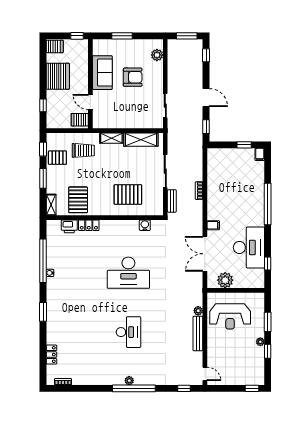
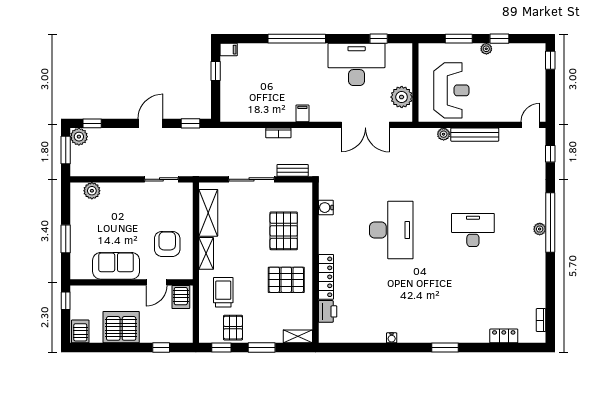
plant: (196, 46) -> (79, 137), added
armchair: (133, 77) -> (167, 244), moved
pallet: (78, 200) -> (286, 280), moved
locker: (89, 225) -> (326, 277), width x1.53
filing cabinet: (213, 225) -> (302, 113), moved
window: (43, 261) -> (375, 347), removed

